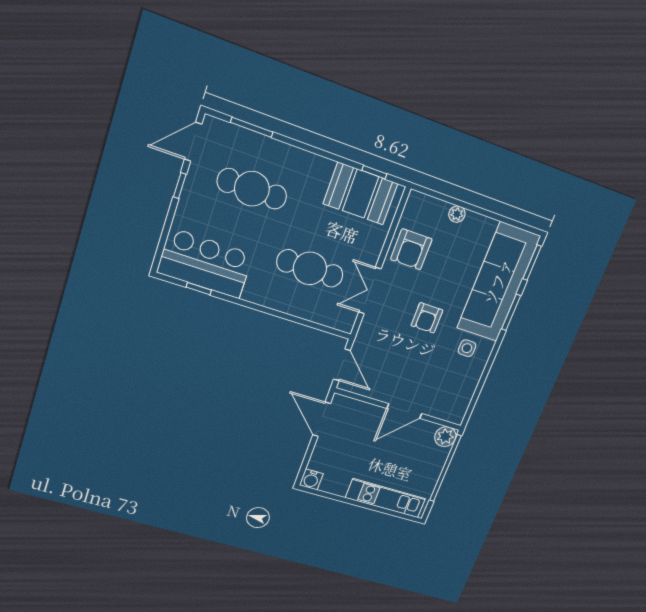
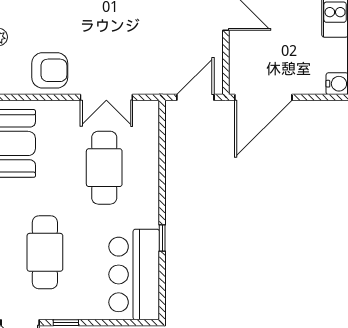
window: (199, 289) -> (162, 238), moved
armchair: (427, 318) -> (115, 25), removed
door: (322, 419) -> (263, 97), width x1.36

